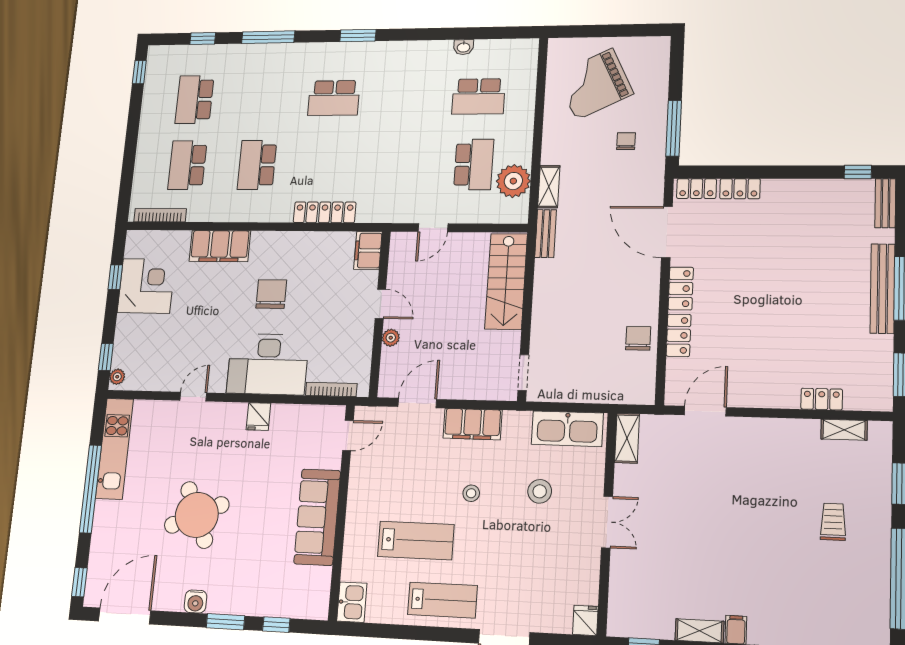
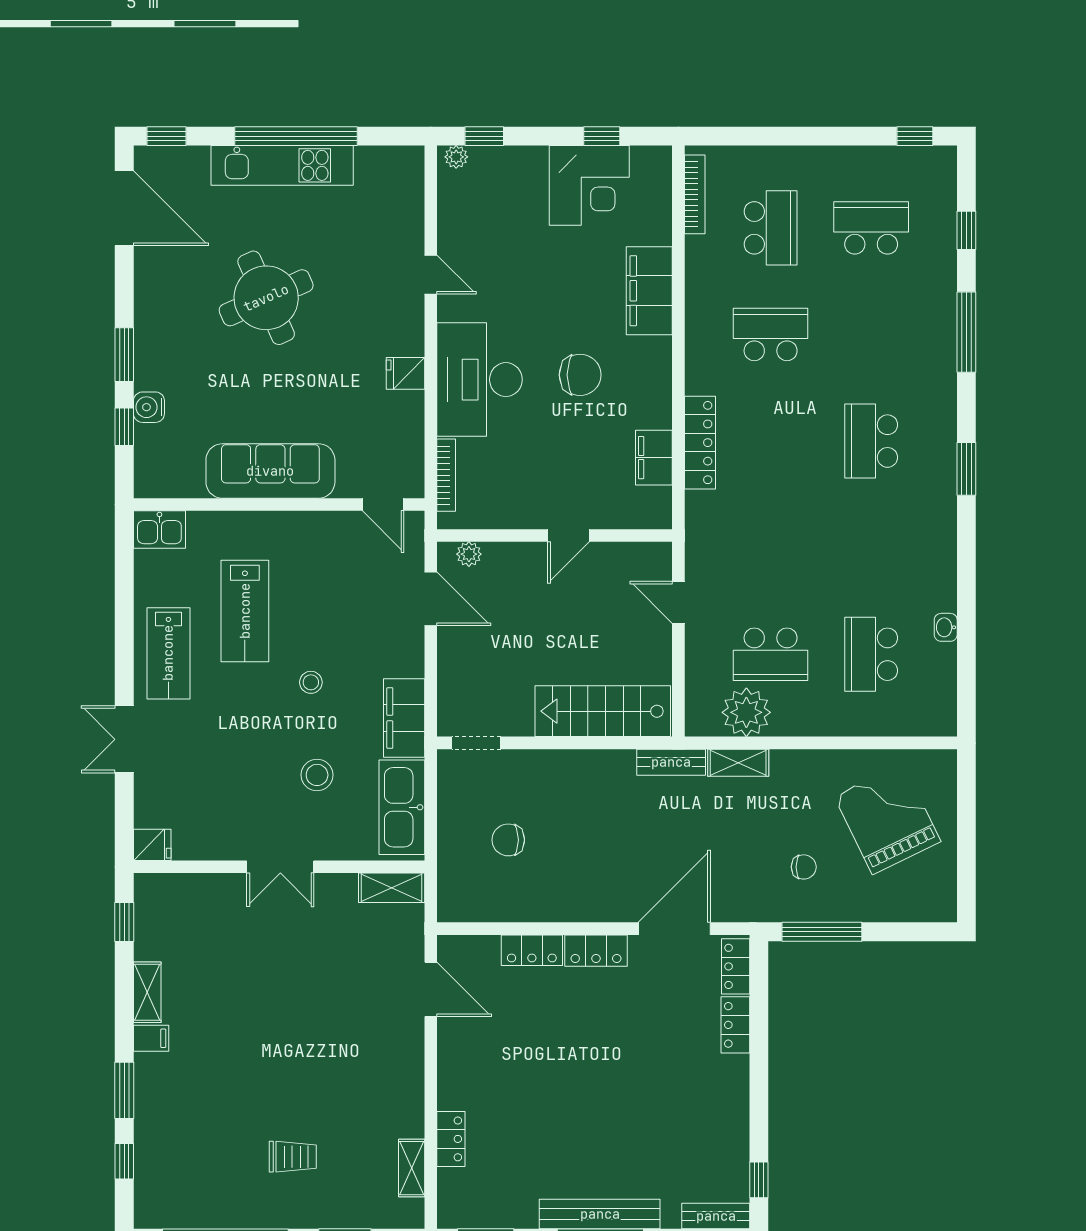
school desk: (187, 165) -> (771, 228), turned 90
filing cabinet: (368, 250) -> (654, 458), moved, turned -90
plant: (391, 338) -> (469, 554), moved
chair: (638, 338) -> (508, 840), moved, turned 180
filing cabinet: (473, 424) -> (404, 718), moved
kitchen unit: (115, 449) -> (282, 165), moved
water cooler: (195, 601) -> (149, 407), moved

